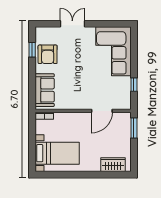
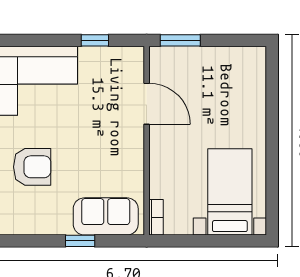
window: (32, 50) -> (80, 241), moved
armchair: (48, 54) -> (32, 167), moved
wardrobe: (113, 165) -> (253, 82), removed

